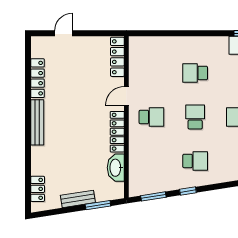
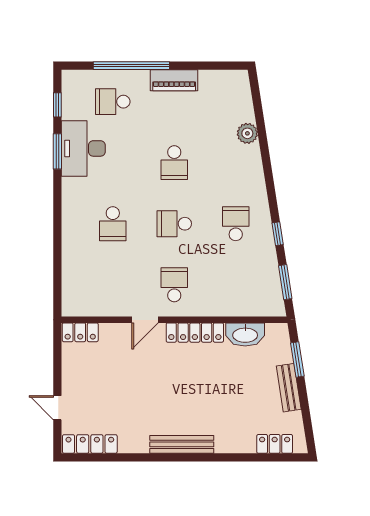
locker: (117, 57) -> (80, 332), width x0.66
locker: (38, 78) -> (90, 444), moved
door: (126, 96) -> (145, 320), hinge flipped

